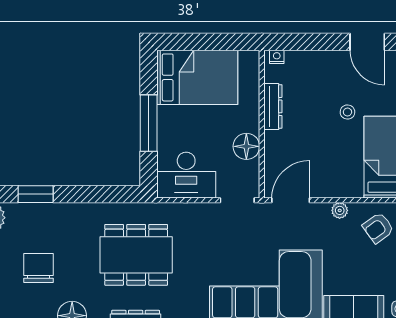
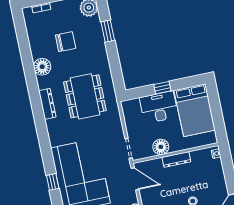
dresser: (273, 106) -> (176, 160), moved
window: (149, 123) -> (162, 88), width x0.46
desk: (186, 175) -> (159, 107), moved, turned 90

